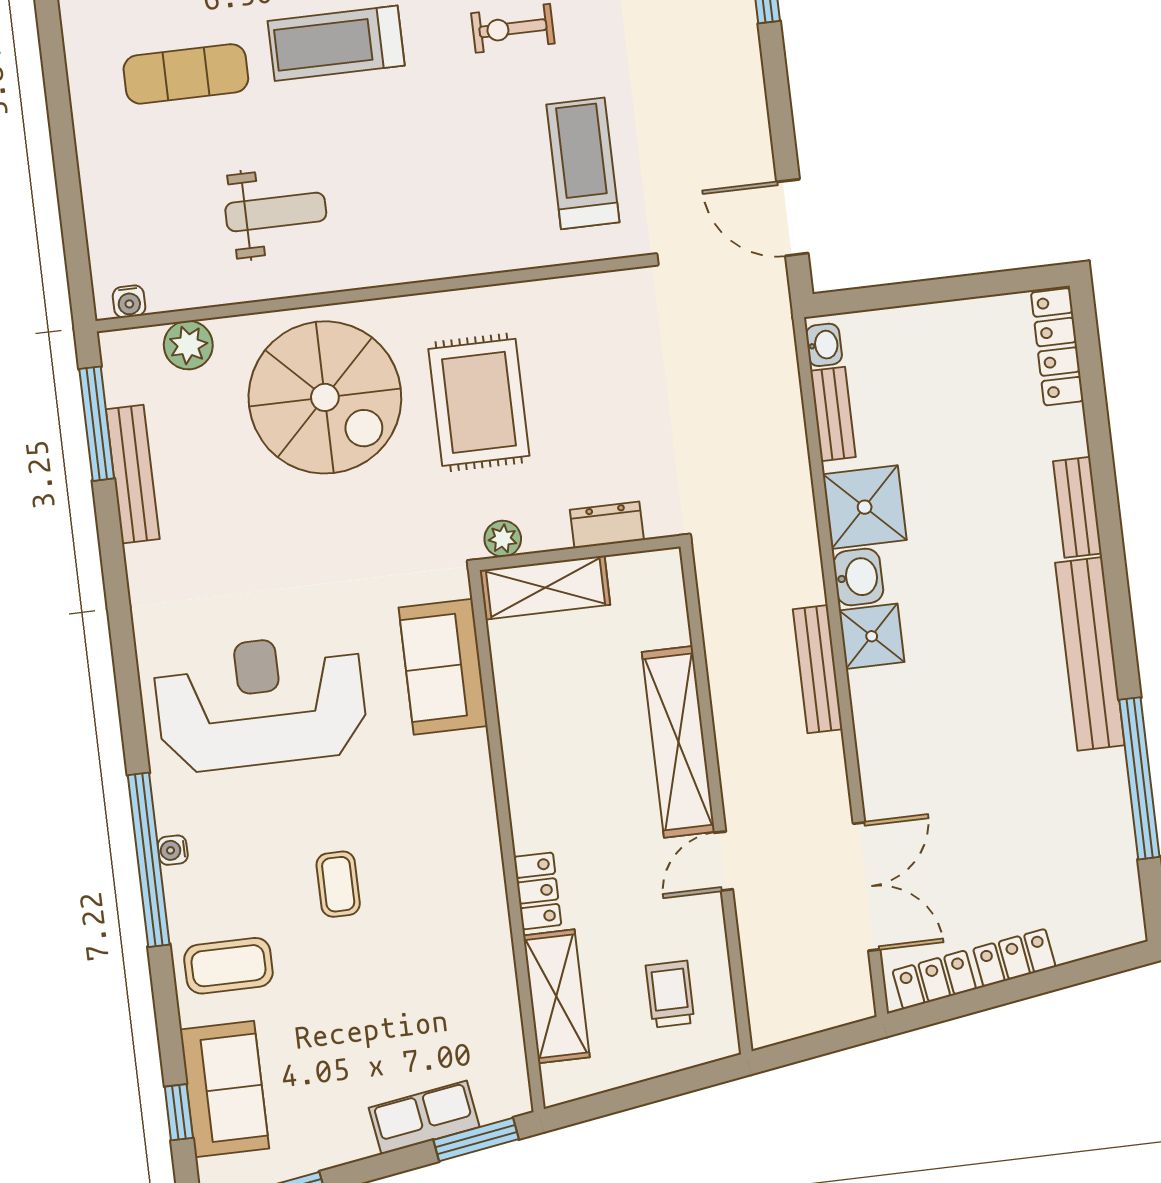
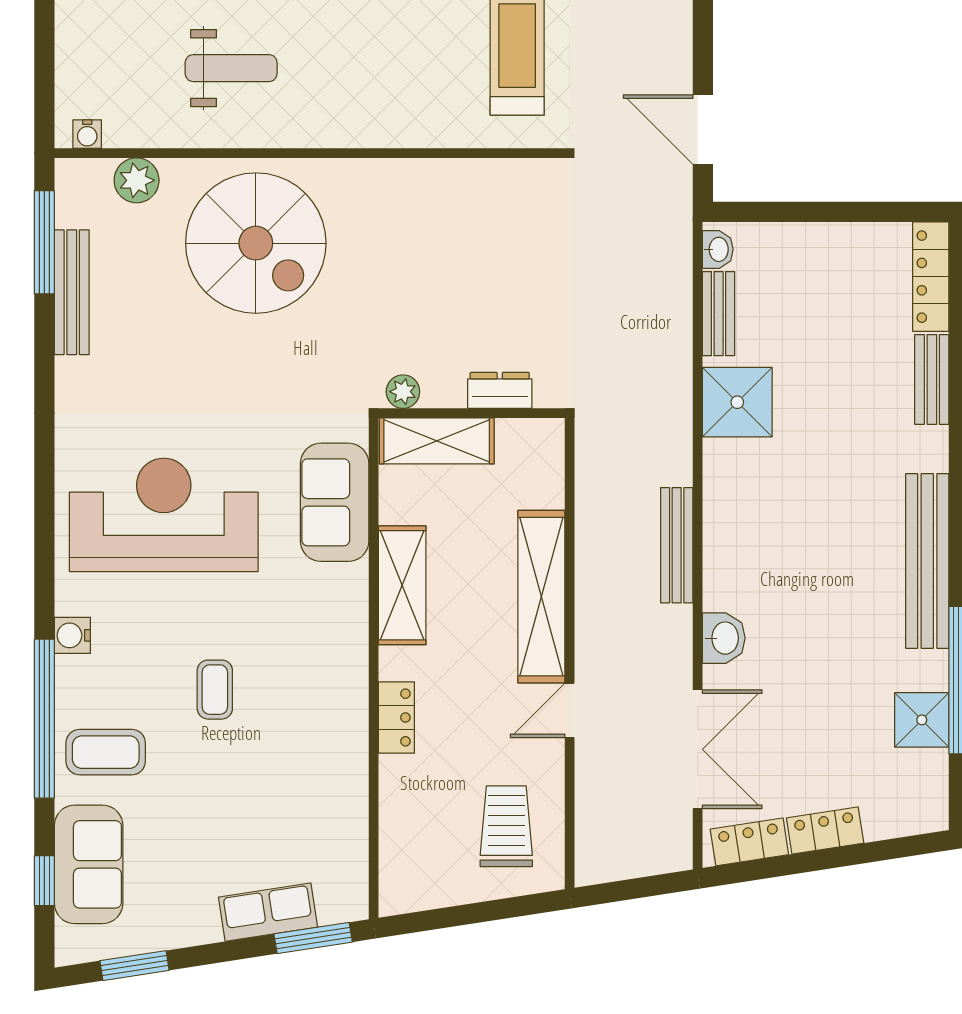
rug: (479, 402) -> (396, 264), removed
bench: (1077, 507) -> (932, 379), moved
washbasin: (858, 577) -> (724, 638), moved
shower: (872, 636) -> (922, 720), moved
water cooler: (173, 850) -> (72, 635), width x1.38, depth x1.38
window: (149, 860) -> (44, 719), moved
trolley: (670, 994) -> (506, 826), width x1.36, depth x1.39
shelving: (556, 996) -> (402, 585), moved

